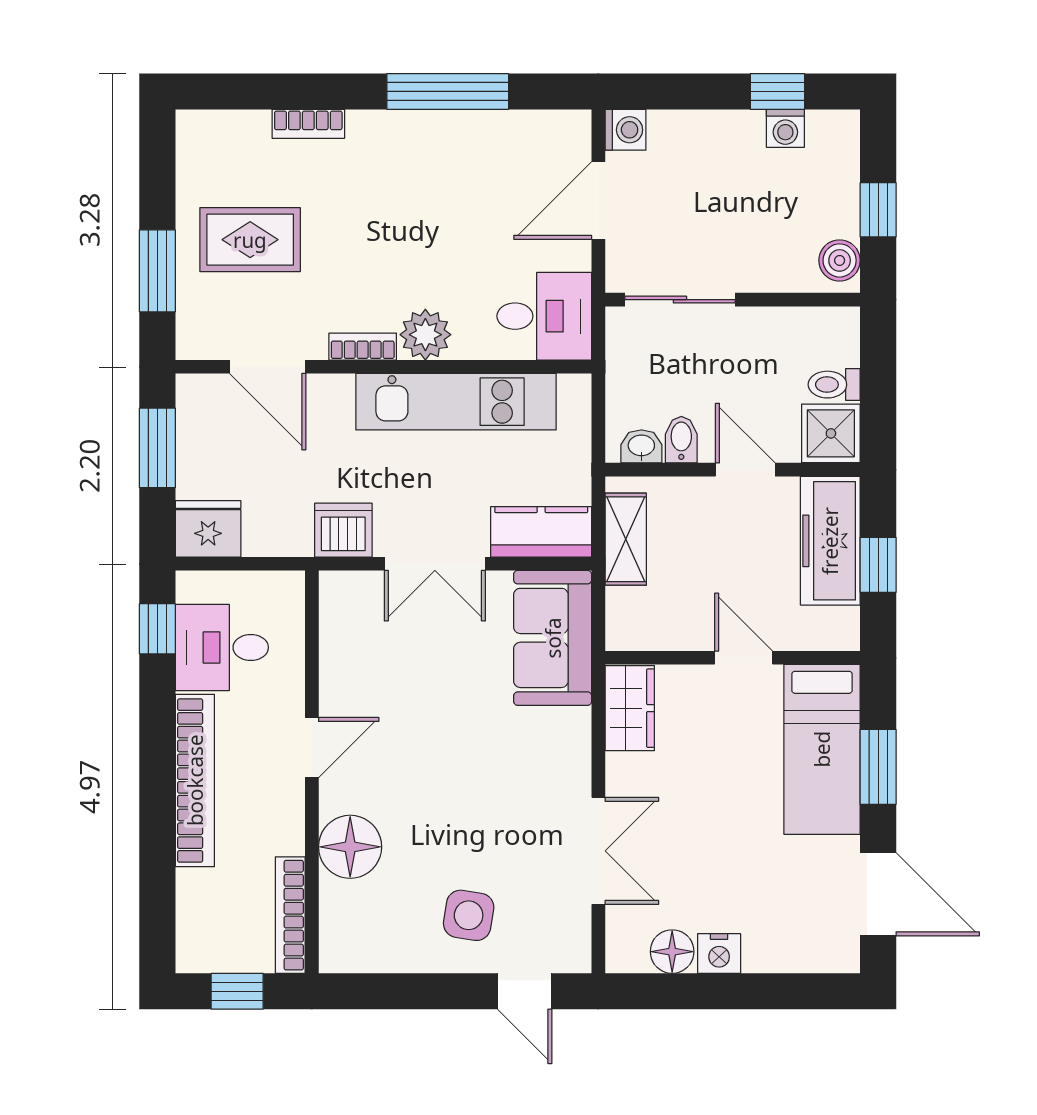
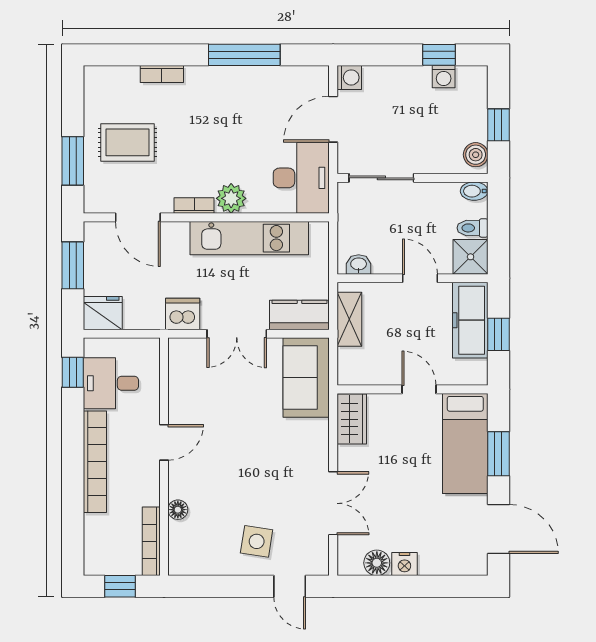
desk: (544, 316) -> (301, 178), width x1.37
bidet: (681, 440) -> (474, 191), moved, turned -90
floor lamp: (350, 847) -> (178, 510), width x0.53, depth x0.53

